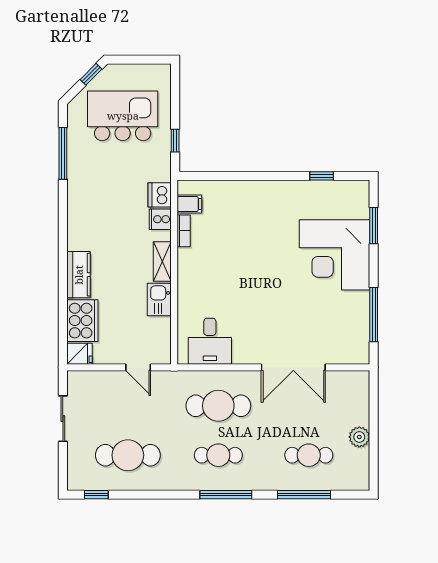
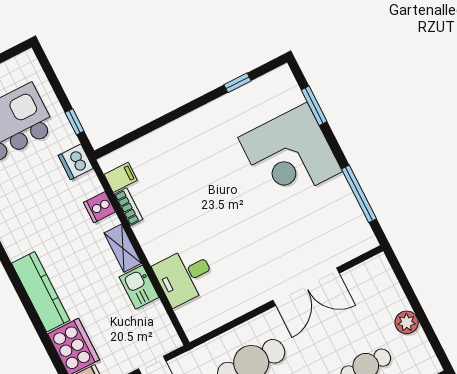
dishwasher: (160, 195) -> (76, 162), moved
kitchen counter: (79, 275) -> (41, 292), width x1.50
desk: (210, 341) -> (185, 276), moved, turned 90

